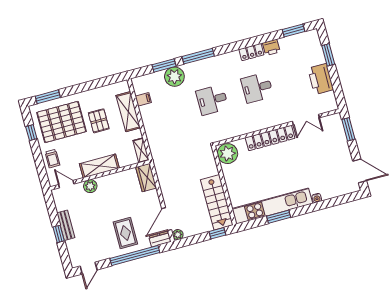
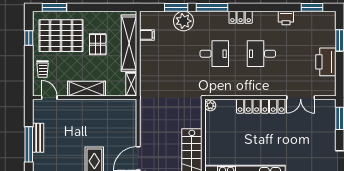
locker: (251, 52) -> (241, 17), moved
desk: (212, 100) -> (214, 54), turned 180
shelving: (128, 112) -> (129, 43), width x1.47
plant: (227, 154) -> (210, 106), width x0.53, depth x0.53
wardrobe: (146, 178) -> (129, 112), removed
plant: (90, 186) -> (72, 106), removed
window: (59, 234) -> (29, 144), width x2.17

